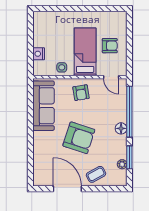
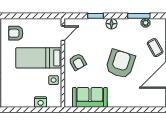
armchair: (110, 46) -> (16, 33), moved, turned -90
armchair: (81, 93) -> (78, 62), turned 69
sofa: (44, 106) -> (90, 97), width x0.73
window: (129, 112) -> (95, 16), width x0.32

